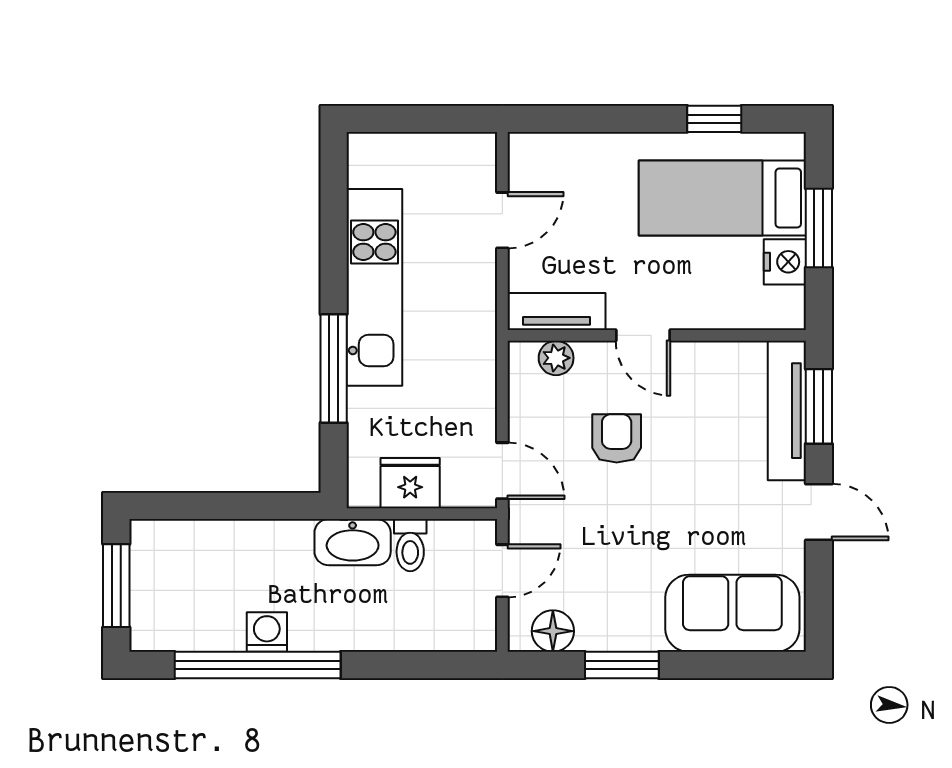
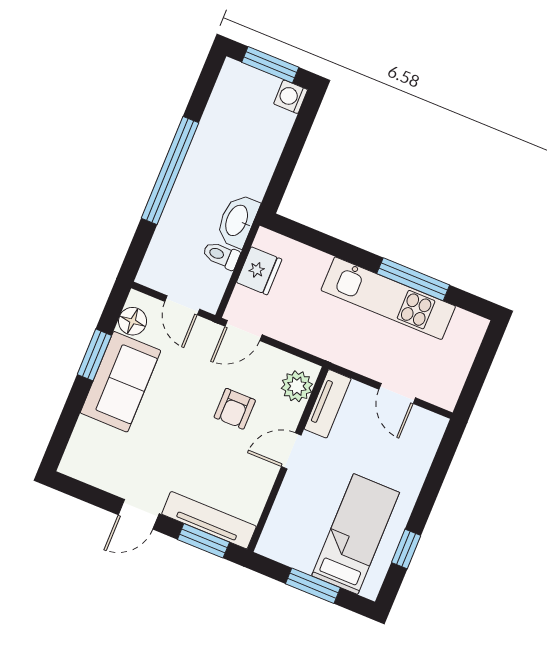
nightstand: (785, 262) -> (301, 556), removed
plant: (556, 358) -> (297, 386), width x1.38, depth x1.38
window: (334, 368) -> (413, 279), moved
armchair: (617, 438) -> (235, 409), turned 90
sofa: (732, 613) -> (120, 382), moved
washing machine: (267, 632) -> (291, 97), moved, turned 180
window: (258, 665) -> (170, 170), moved

